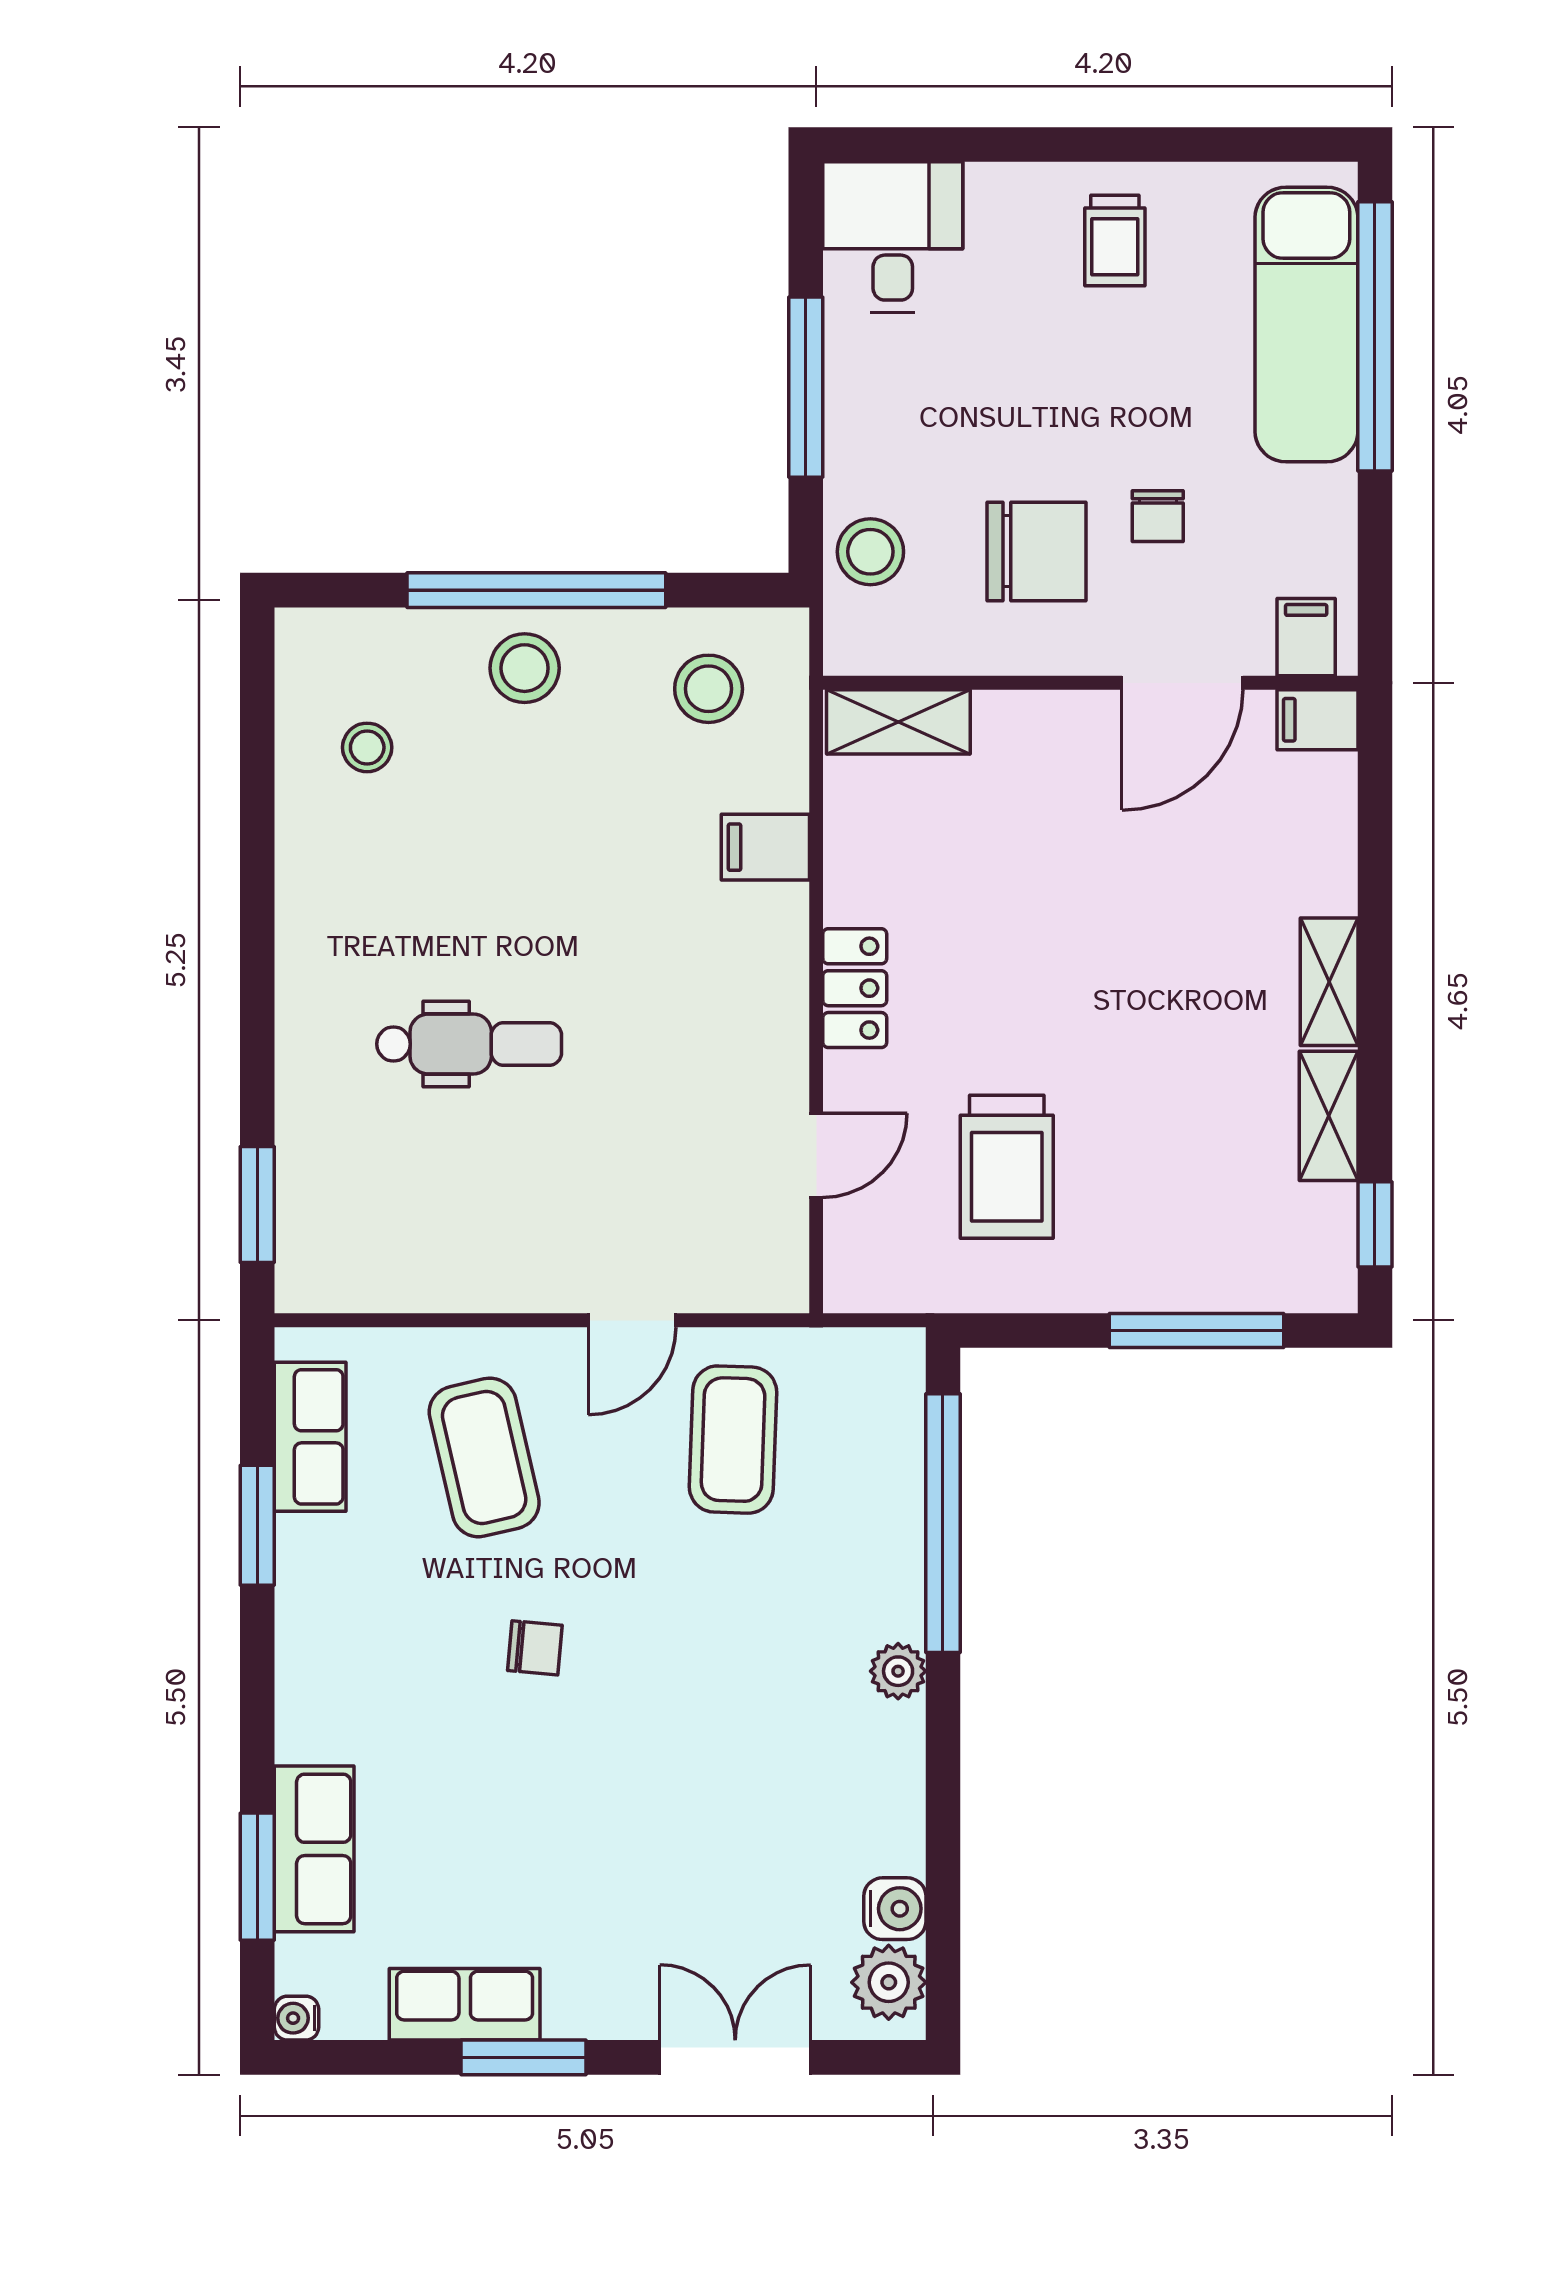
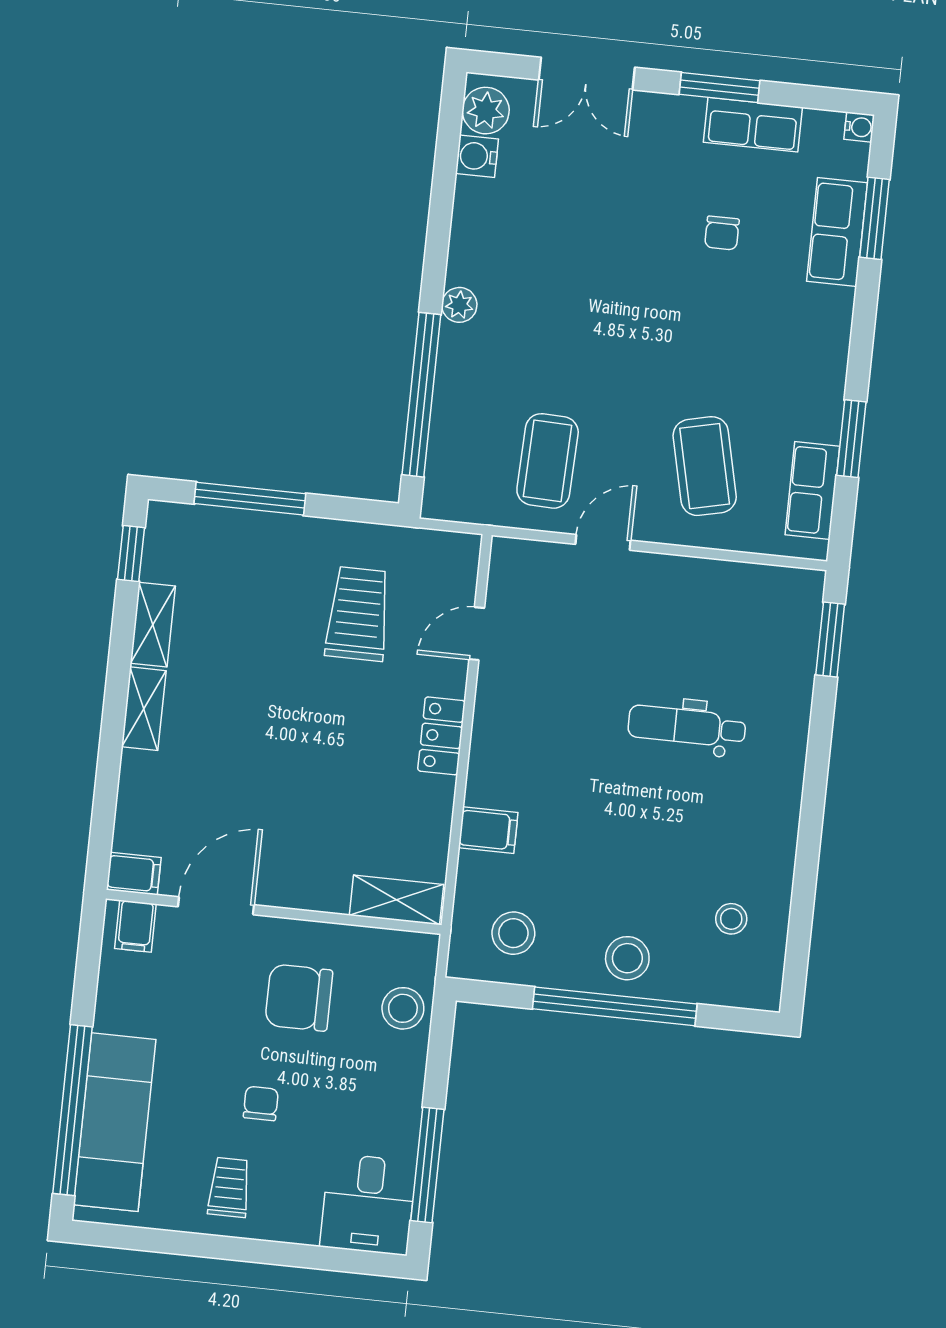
window: (806, 387) -> (427, 1165), moved
chair: (1158, 516) -> (261, 1103), moved
chair: (535, 1648) -> (722, 233), moved, turned -95

